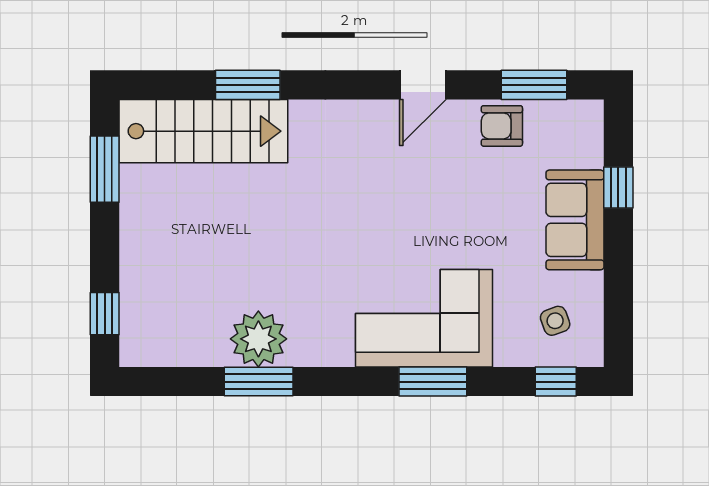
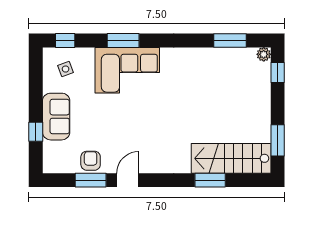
window: (534, 85) -> (91, 180), moved
armchair: (502, 126) -> (91, 161), turned -90
plant: (258, 339) -> (264, 54), moved, width x0.53, depth x0.53
window: (259, 382) -> (230, 40), moved

